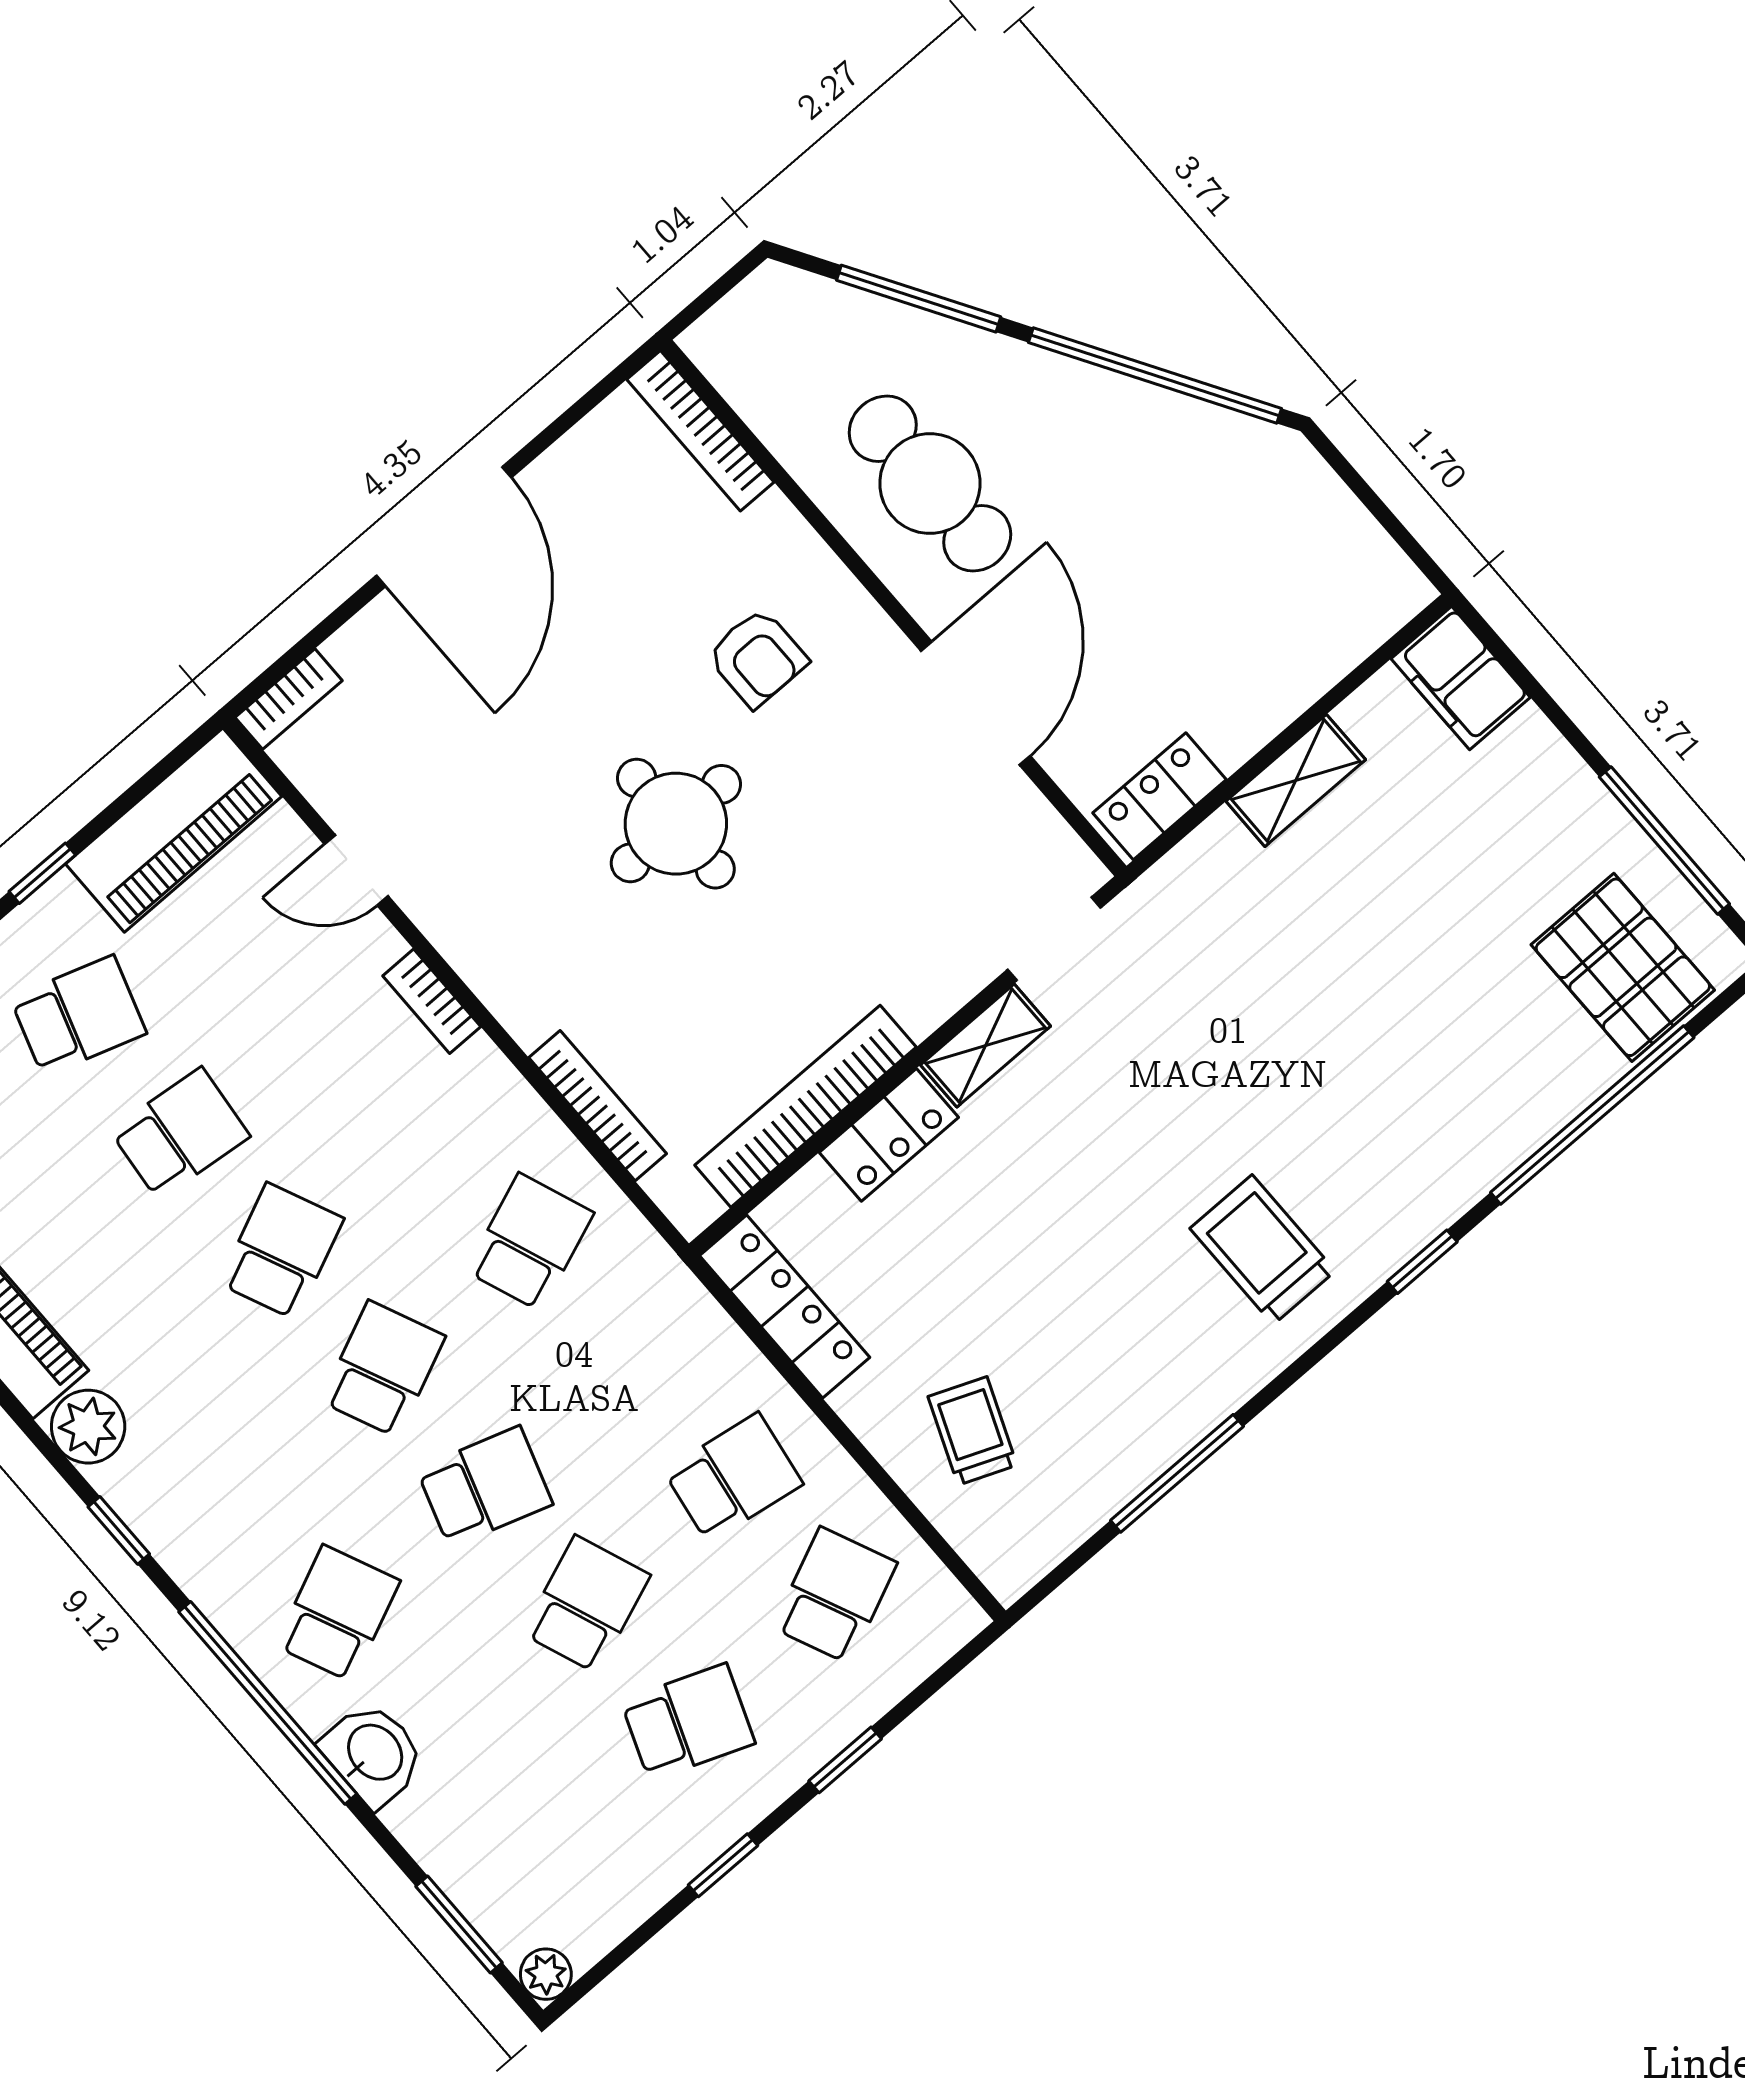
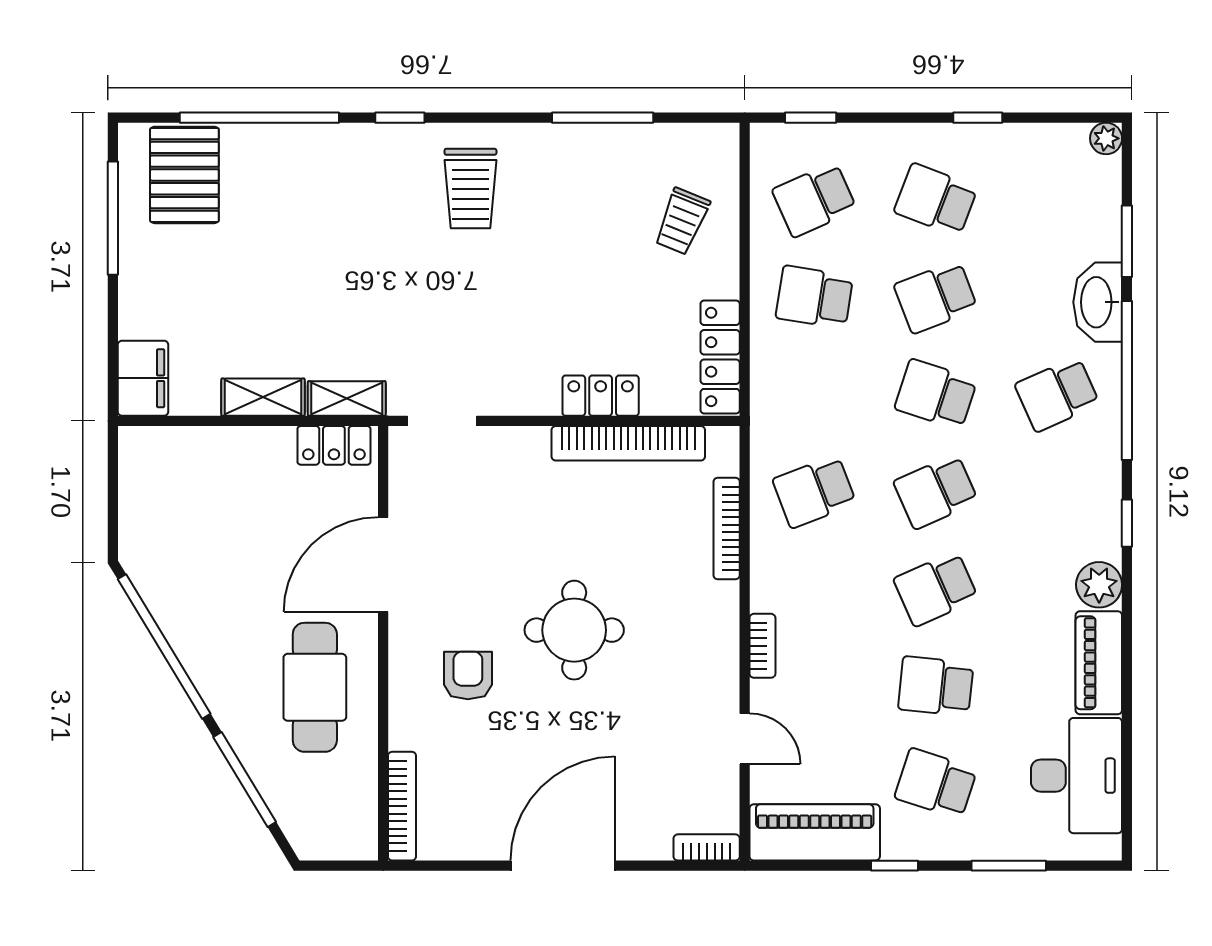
shelving: (985, 1045) -> (347, 398), moved
washbasin: (373, 1754) -> (1098, 302), width x1.38
window: (845, 1760) -> (811, 118), moved
window: (459, 1924) -> (1127, 241), moved

